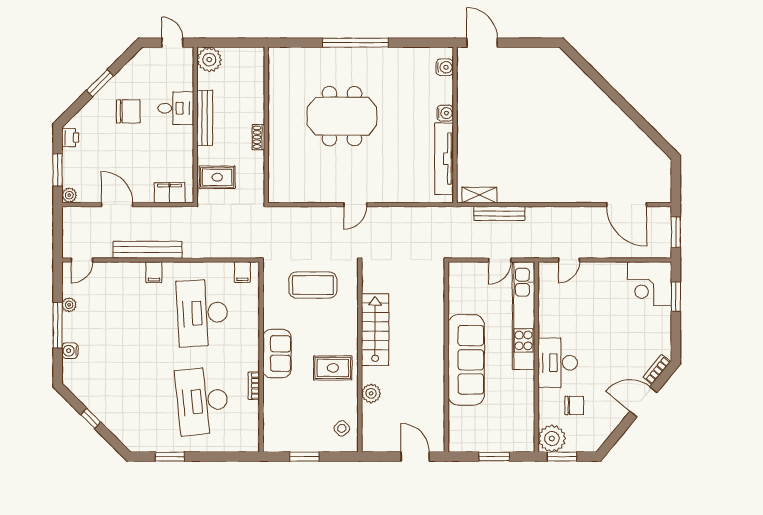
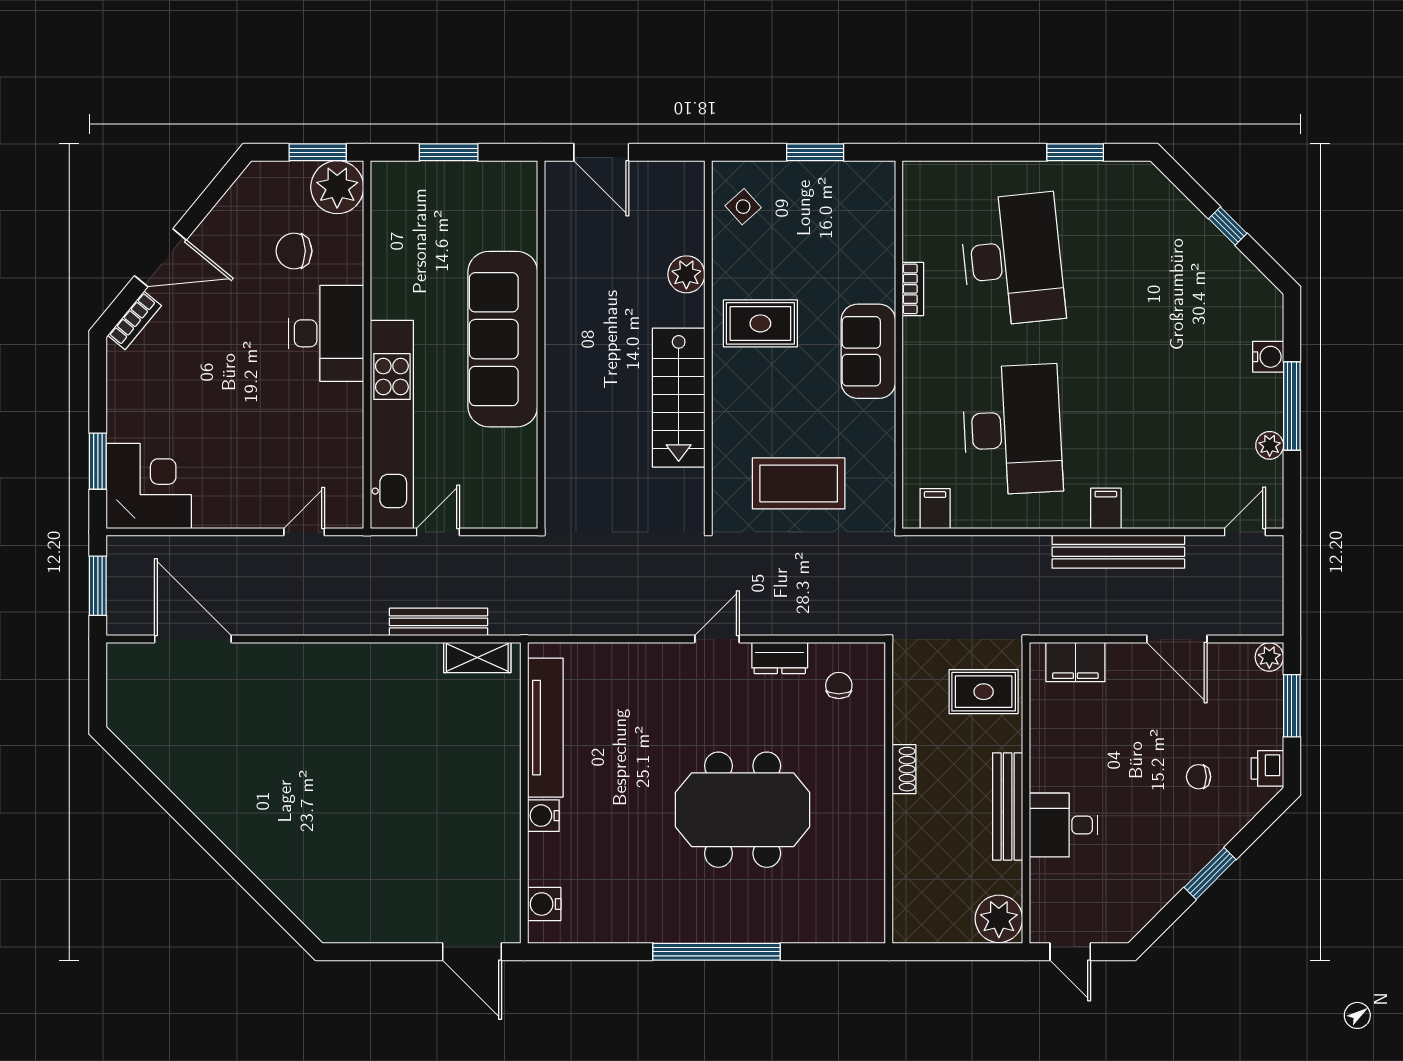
chair: (128, 111) -> (1199, 777), moved, width x0.54, depth x0.54
chair: (292, 180) -> (839, 685), added
dresser: (323, 195) -> (780, 658), added

